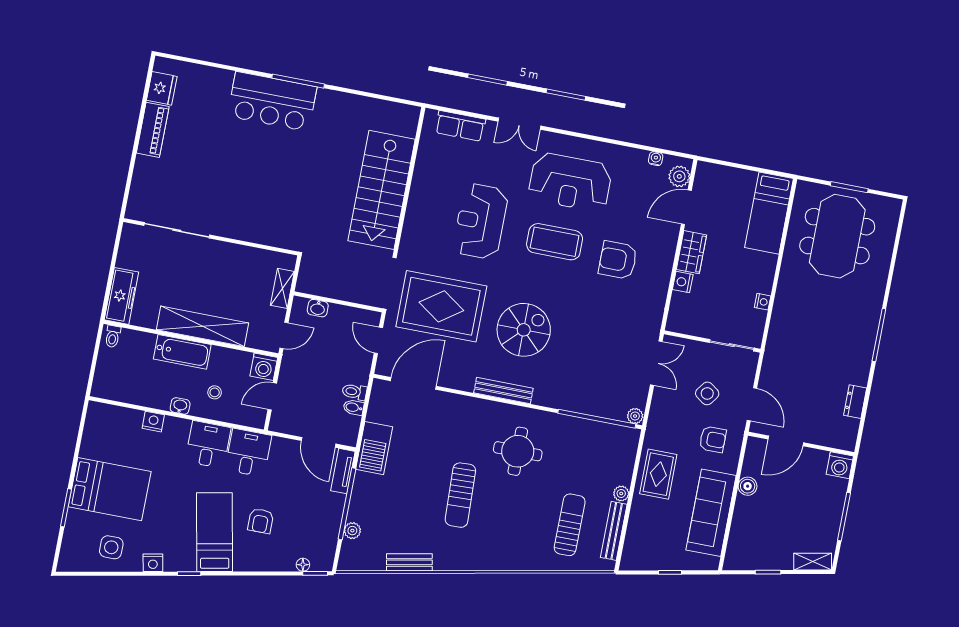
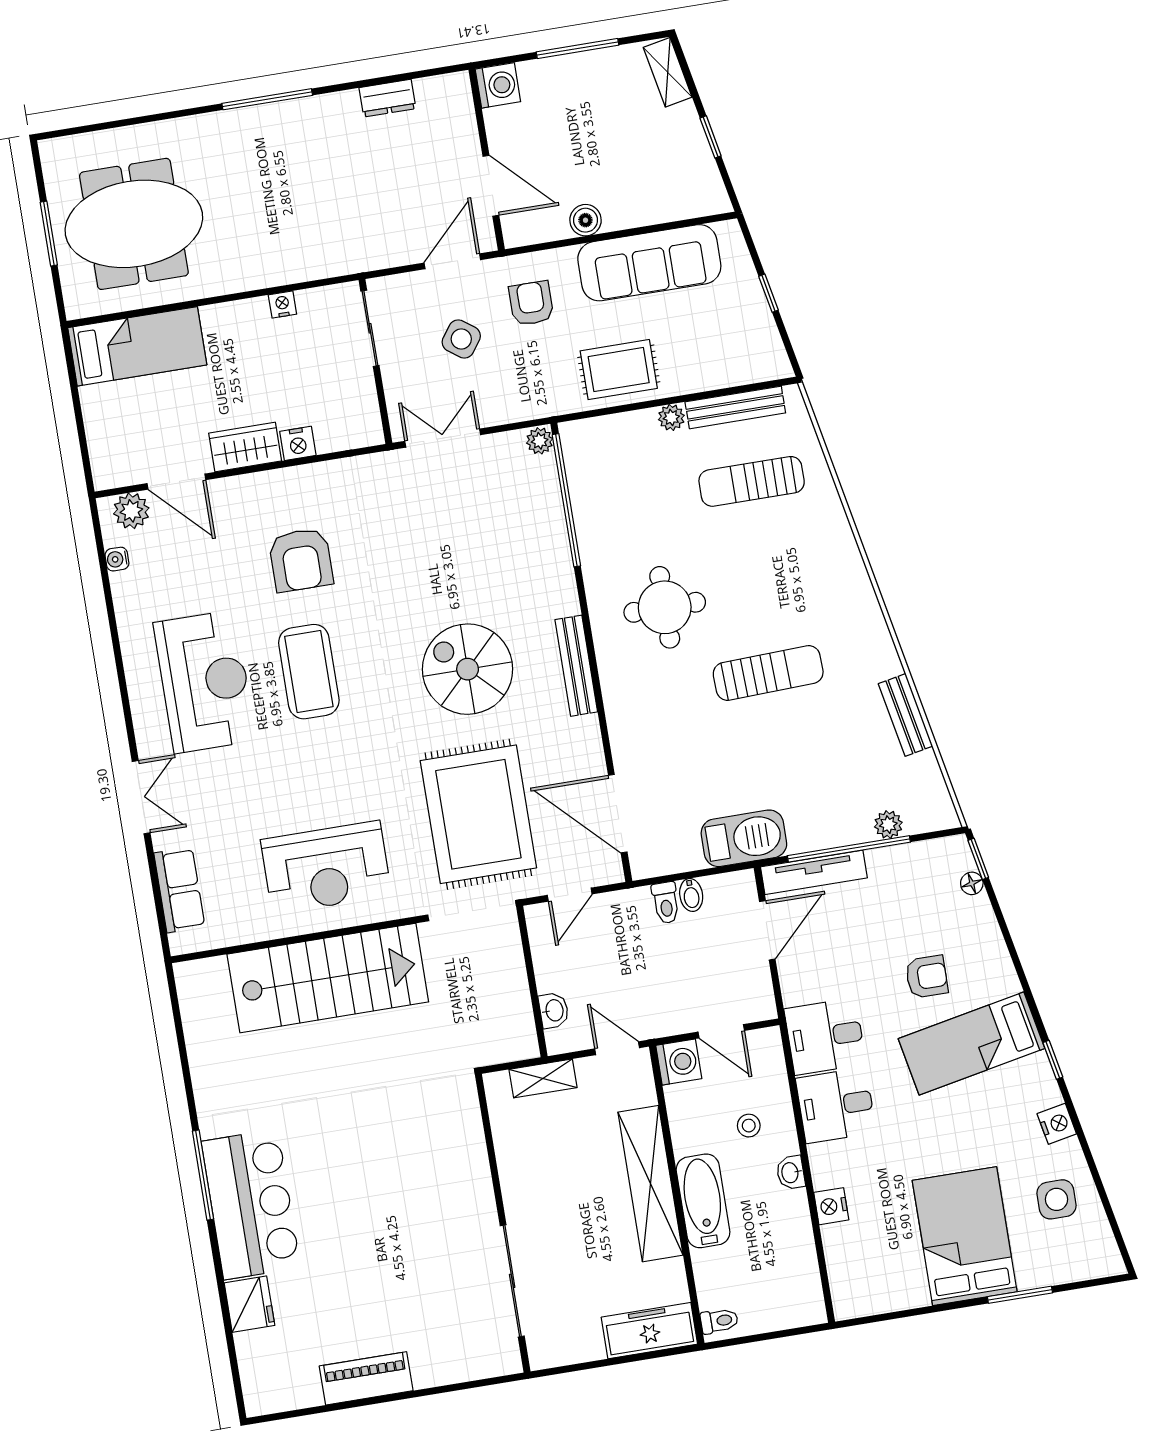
fridge: (162, 88) -> (249, 1304), moved, turned 90
reception desk: (481, 221) -> (326, 867), moved
tv unit: (343, 471) -> (814, 872), width x1.41

